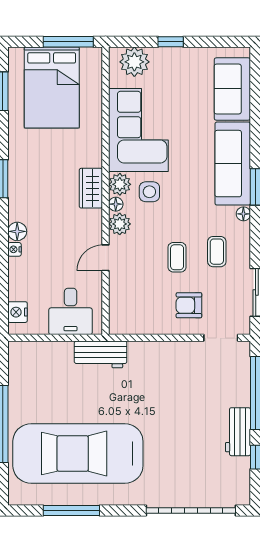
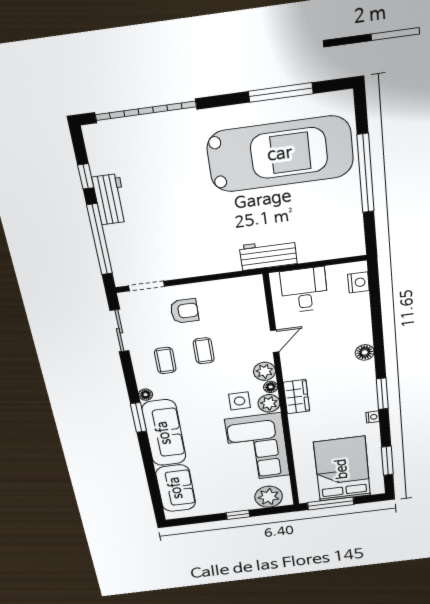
nightstand: (14, 249) -> (373, 417), moved

